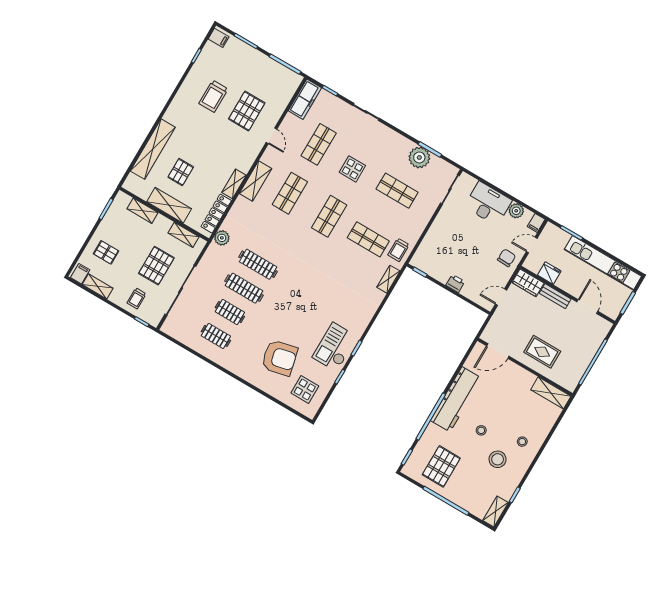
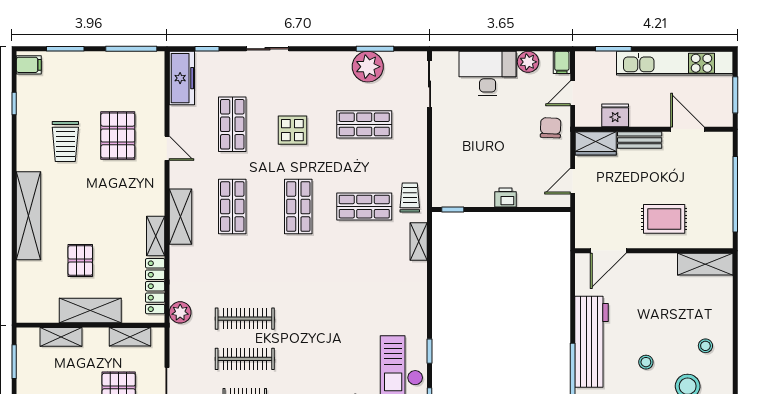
shelving: (153, 149) -> (29, 216), moved
trolley: (398, 250) -> (410, 197), turned 180

